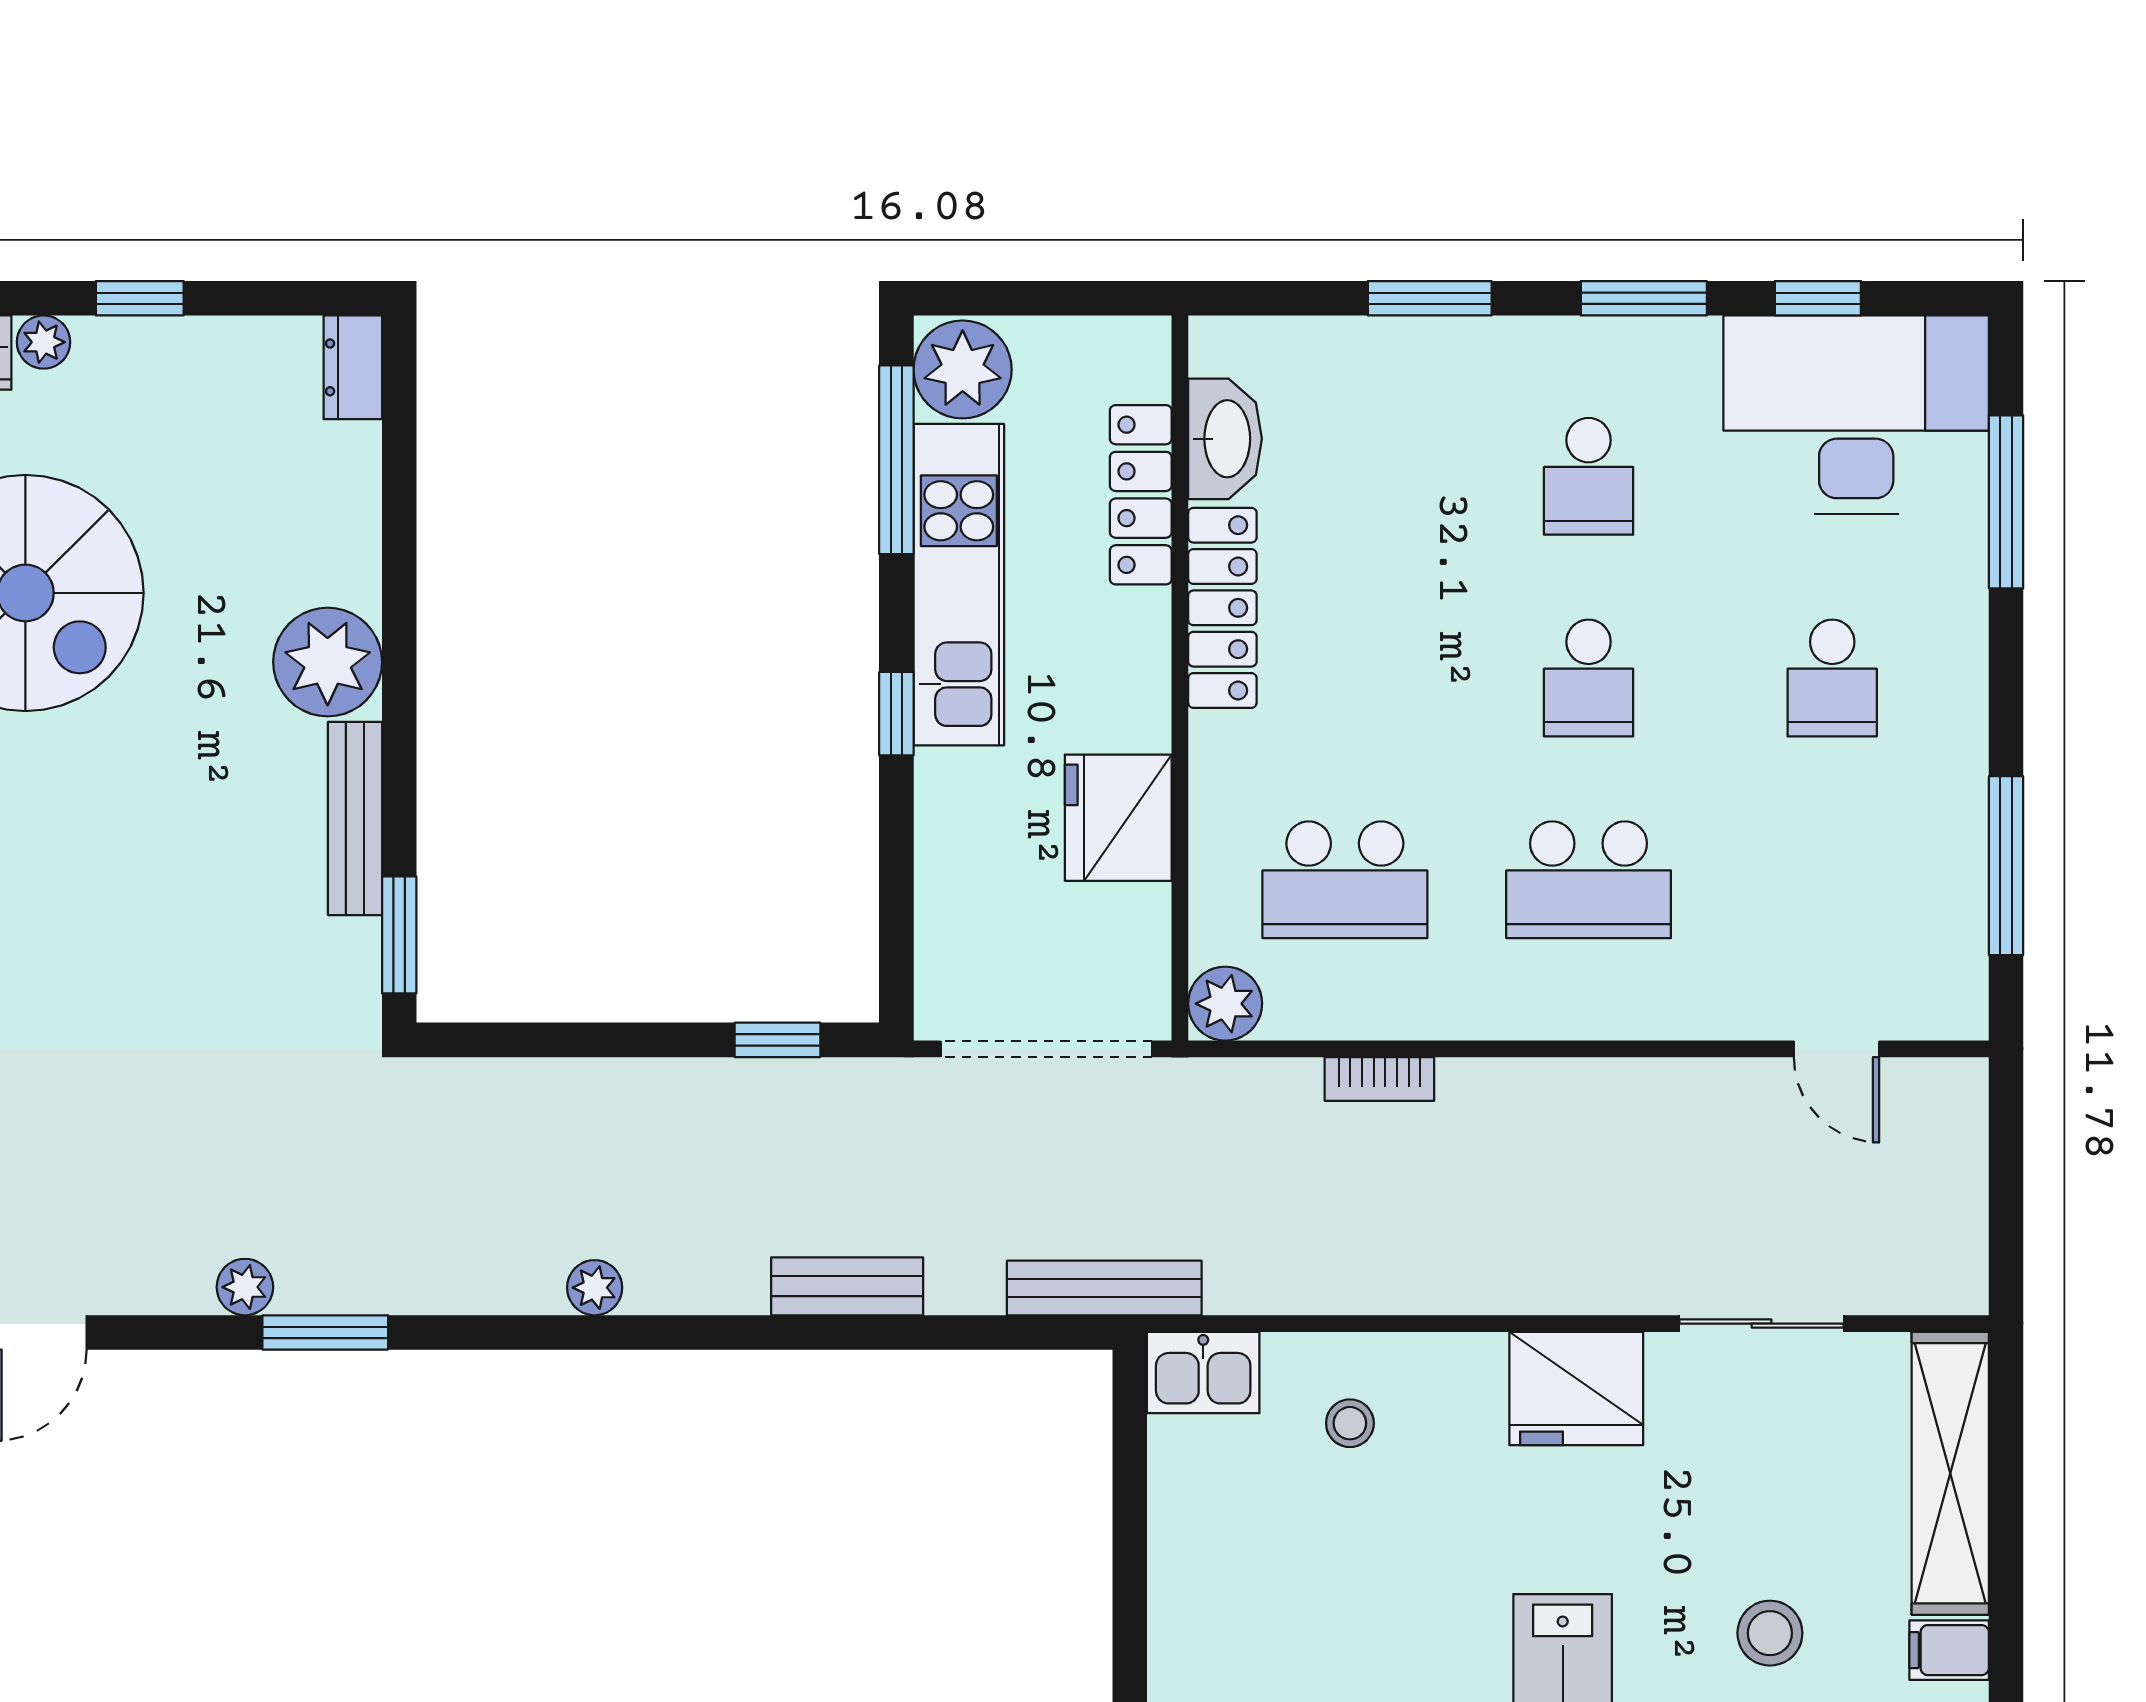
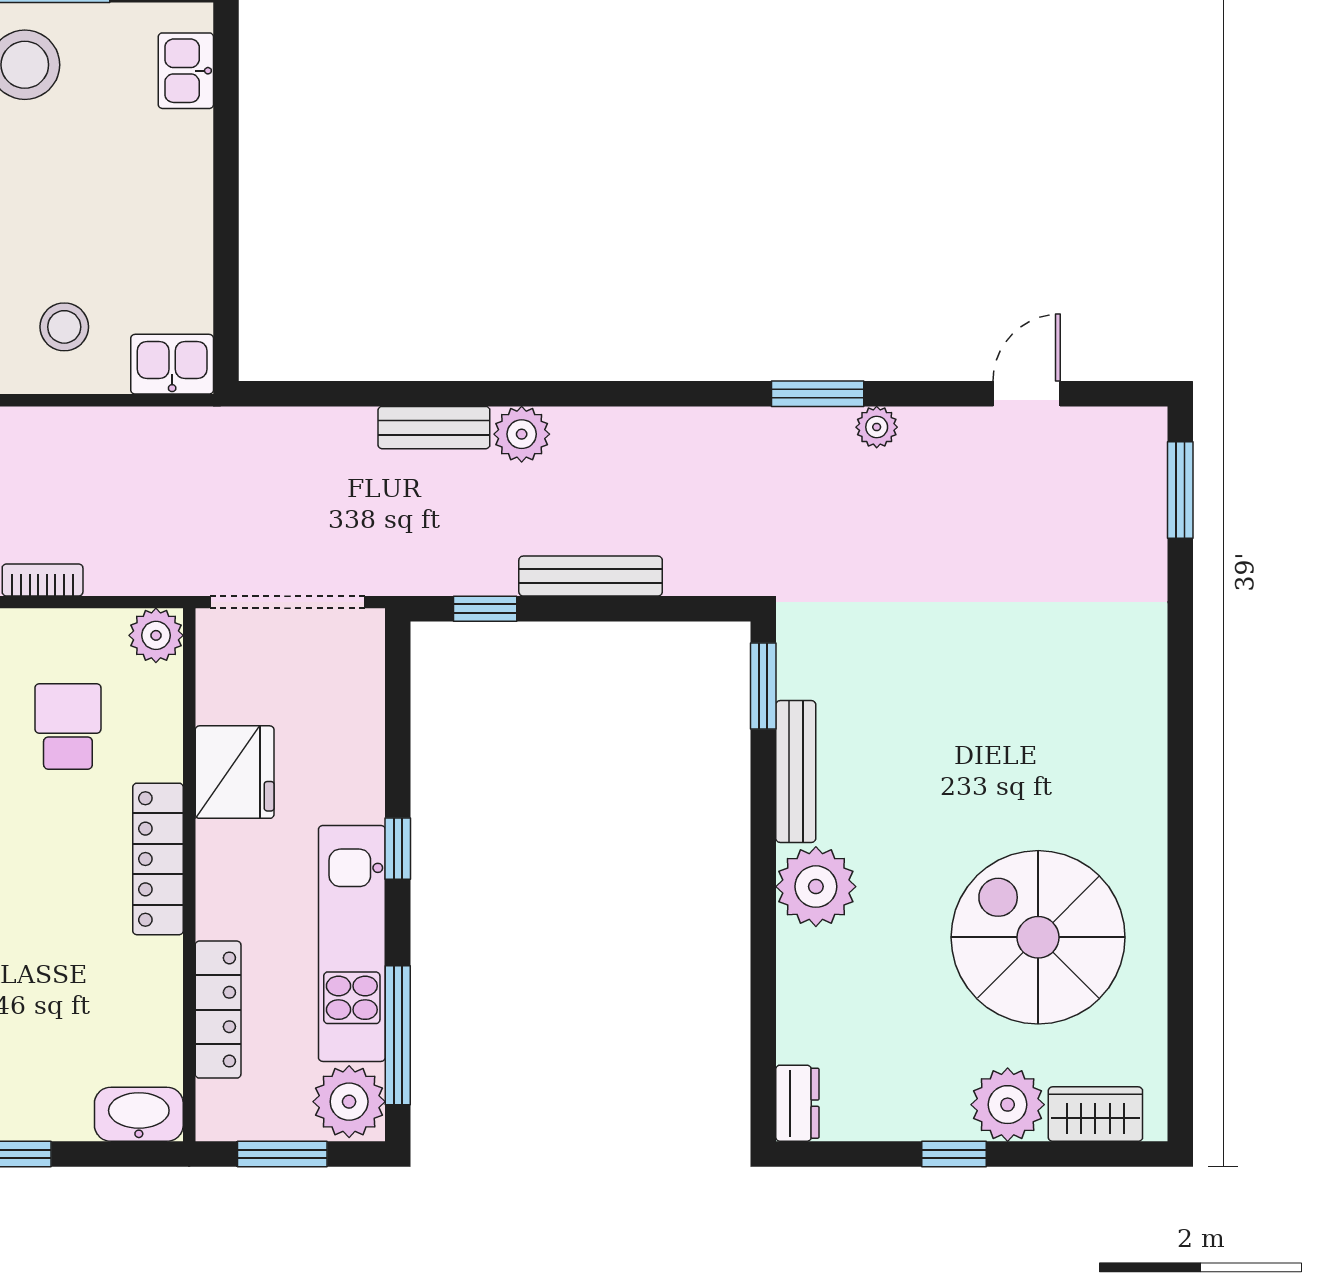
window: (1053, 298) -> (282, 1154), added
plant: (44, 342) -> (1008, 1105), width x1.88, depth x1.88
washbasin: (1225, 439) -> (139, 1114), moved, turned 90
locker: (1222, 608) -> (158, 859), moved
school desk: (1345, 880) -> (68, 726), width x0.54
plant: (595, 1288) -> (522, 434), moved, width x1.38, depth x1.38
bench: (1104, 1288) -> (591, 576), moved
stool: (1350, 1423) -> (64, 327), width x1.37, depth x1.37

